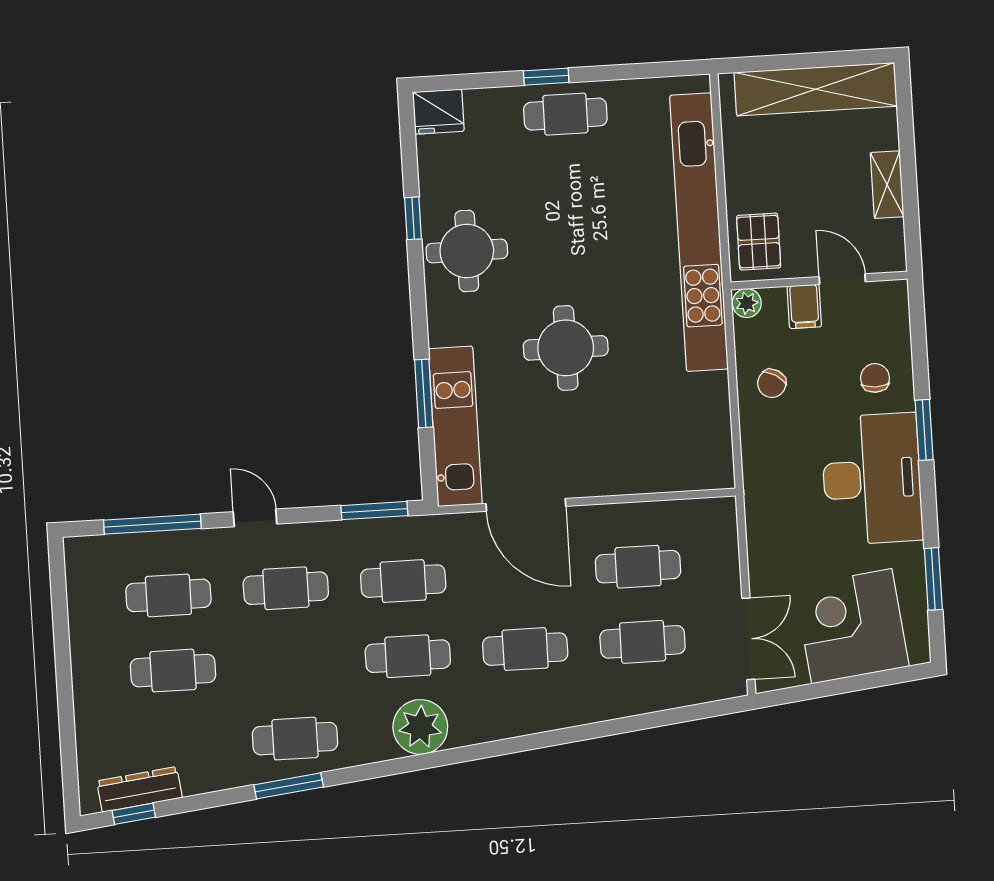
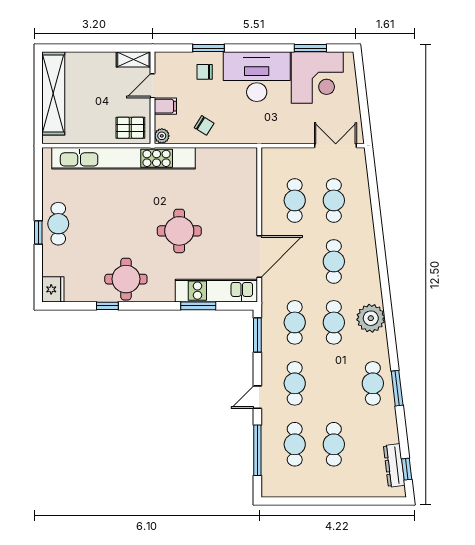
shelving: (887, 185) -> (133, 59), moved
window: (924, 430) -> (209, 48), moved
corner desk: (852, 626) -> (317, 78), moved, turned -83

